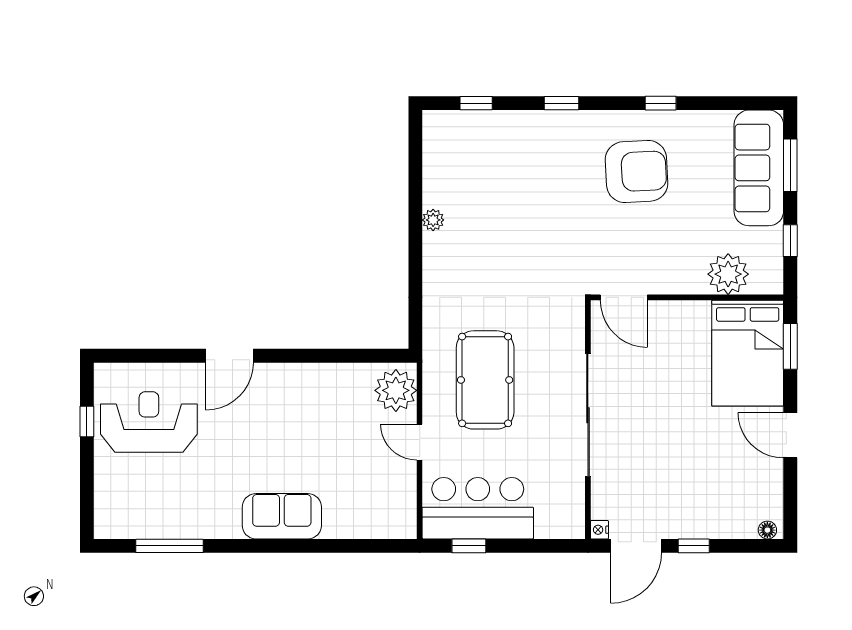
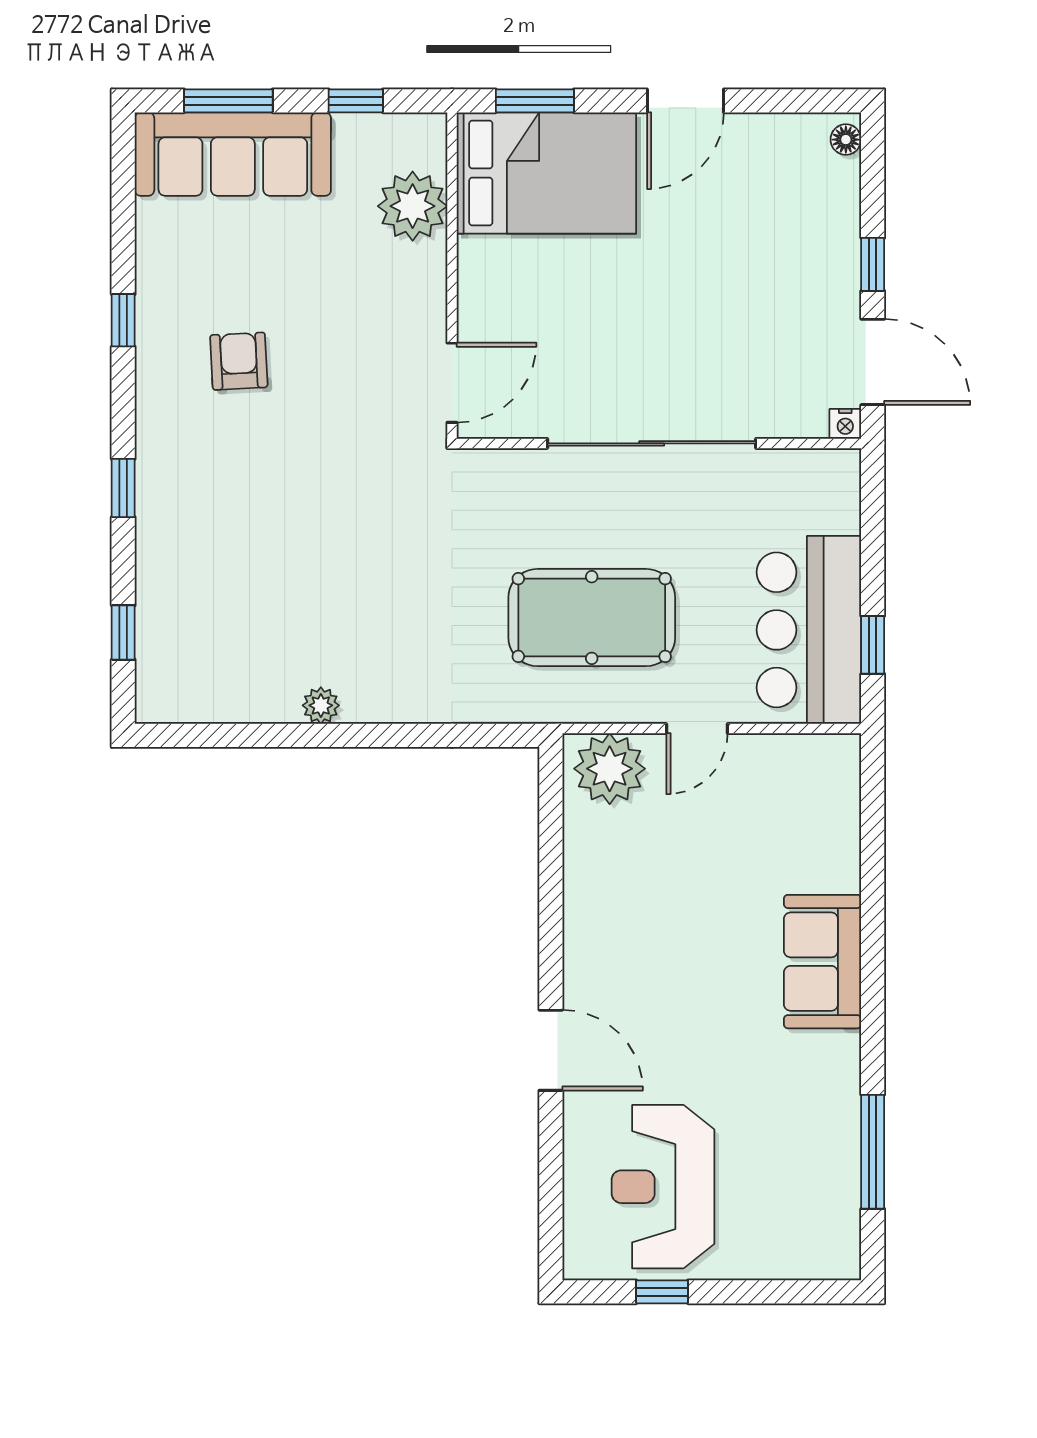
armchair: (637, 171) -> (239, 361), width x0.53, depth x0.53

